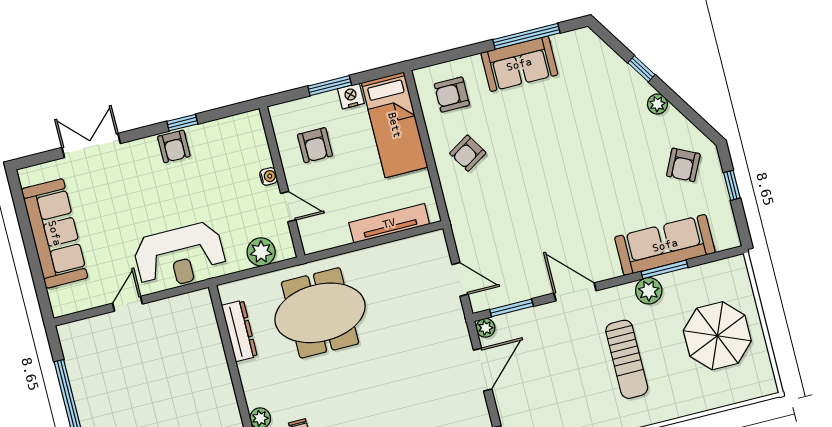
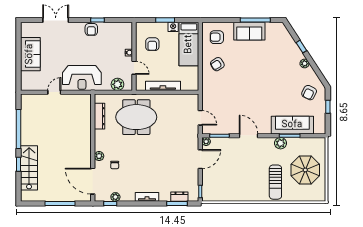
tv unit: (389, 223) -> (163, 86), moved
sofa: (55, 233) -> (30, 54), width x0.73
sun lounger: (627, 359) -> (275, 182), moved

